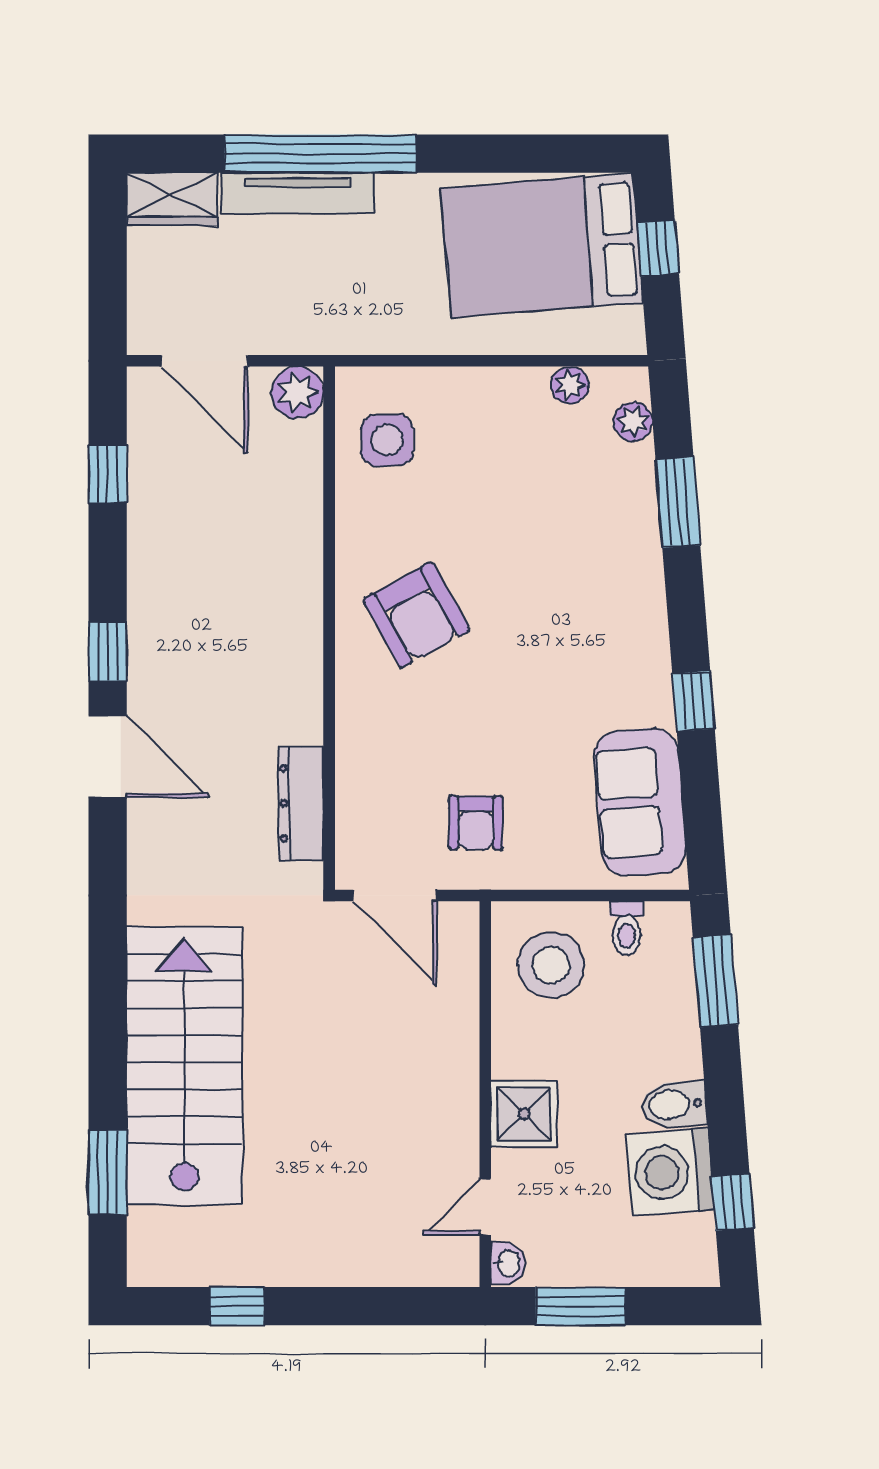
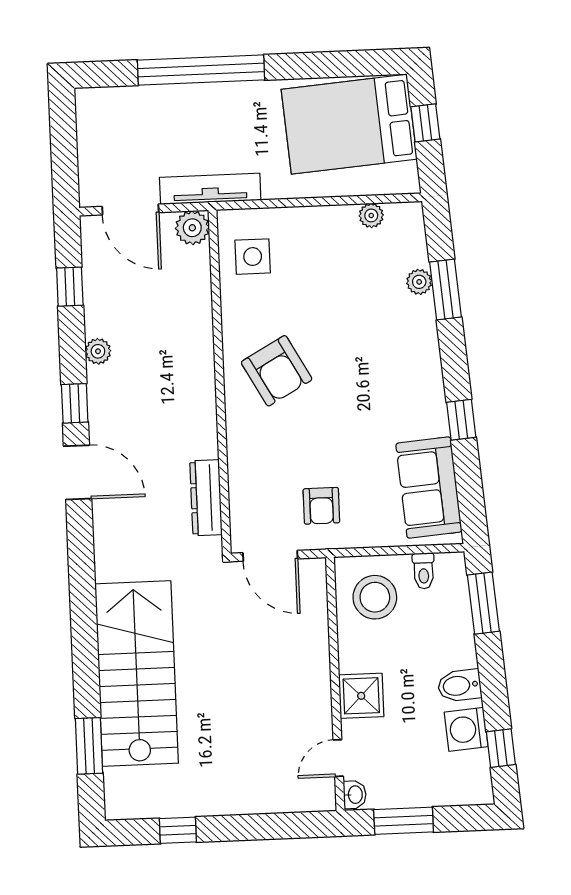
tv unit: (298, 193) -> (210, 189), moved, turned 180
wardrobe: (172, 199) -> (105, 104), removed
plant: (633, 422) -> (419, 282), moved
plant: (146, 574) -> (98, 351), added
washing machine: (670, 1172) -> (466, 729), width x0.73, depth x0.73

